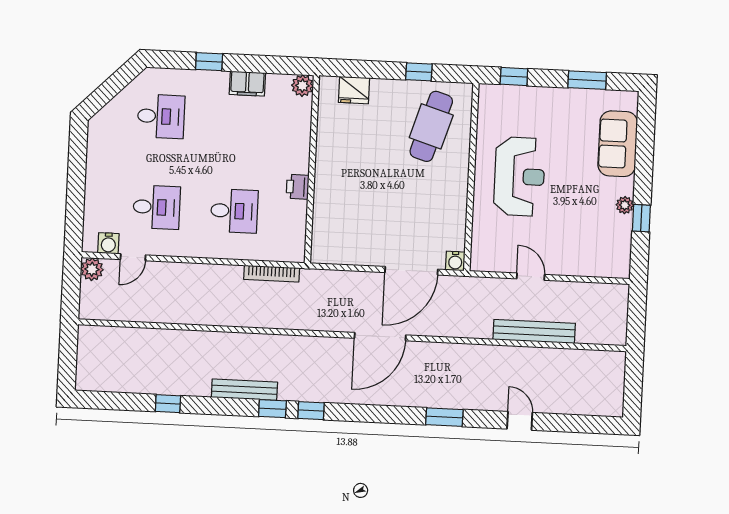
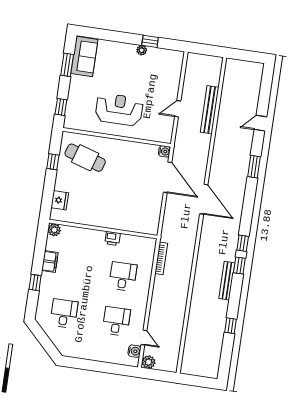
sofa: (618, 144) -> (84, 57), moved, turned -90

